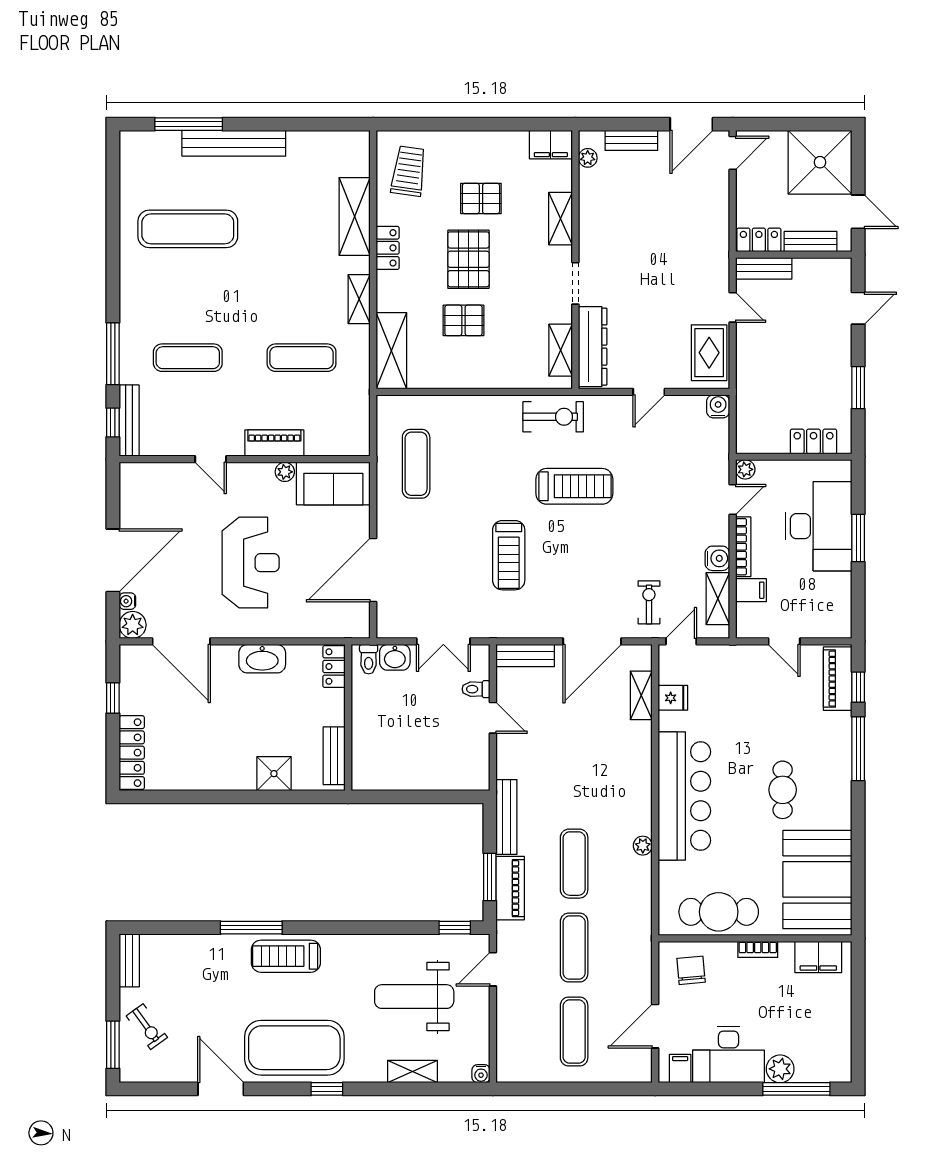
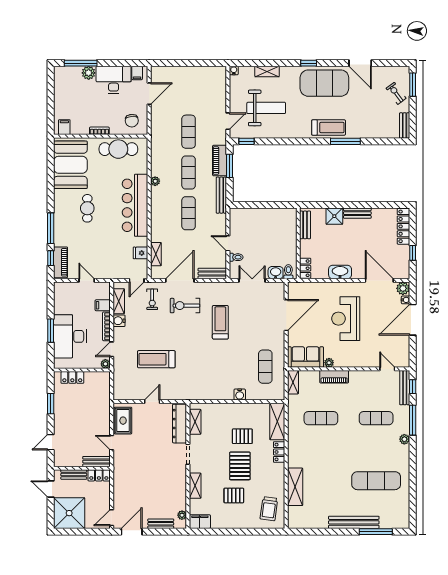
locker: (388, 248) -> (279, 452), moved
shelving: (359, 299) -> (293, 382), moved
plant: (130, 314) -> (404, 439), added
water cooler: (718, 406) -> (240, 395), moved
exercise bike: (553, 417) -> (185, 306), moved
door: (211, 459) -> (387, 369), moved
treadmill: (574, 486) -> (156, 359), moved
bench: (227, 780) -> (357, 213), added
filing cabinet: (818, 957) -> (64, 127), width x0.50
exercise mat: (574, 1032) -> (189, 213), moved

